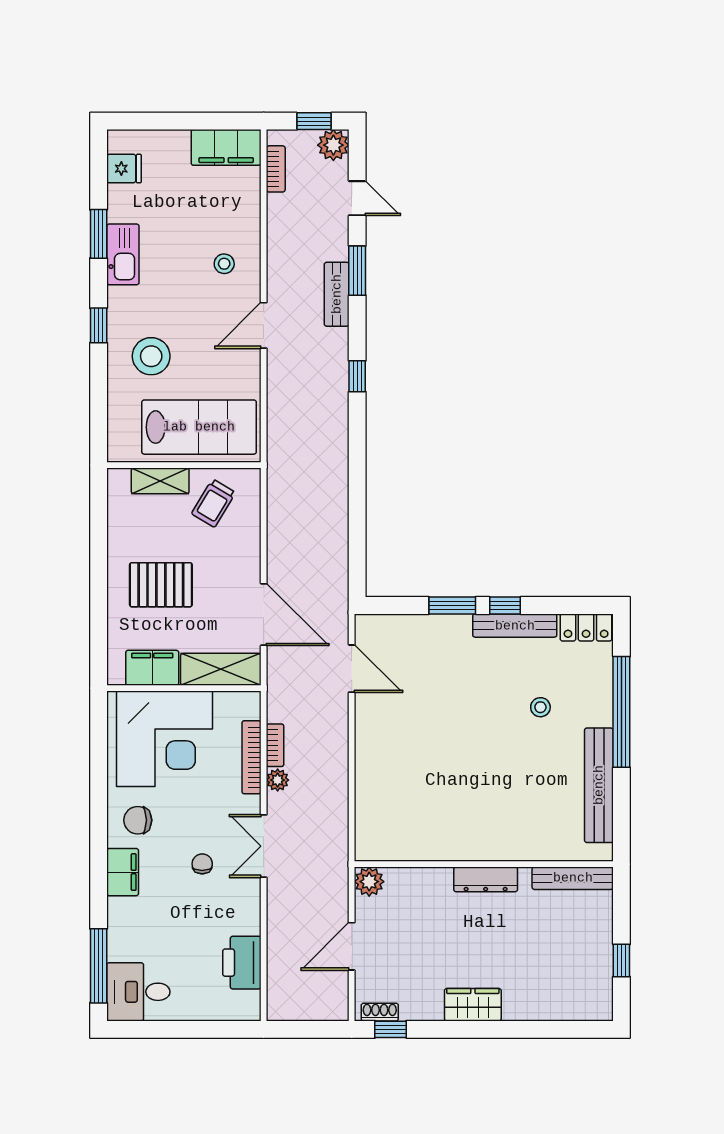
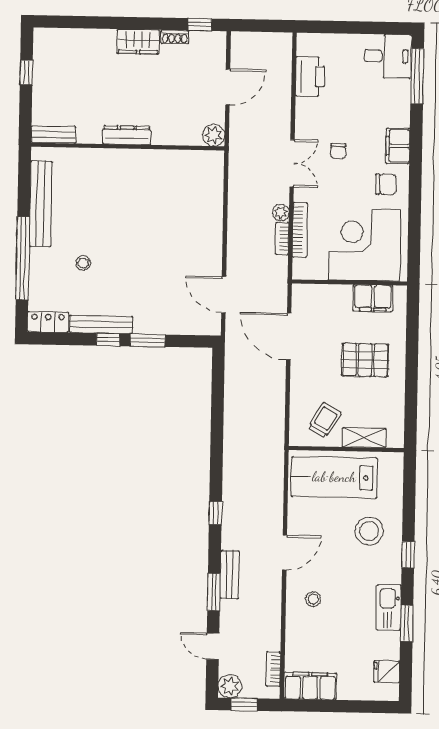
shelving: (221, 669) -> (322, 296), removed
bench: (573, 878) -> (53, 135), width x0.73
shoe rack: (380, 1012) -> (175, 37), moved

